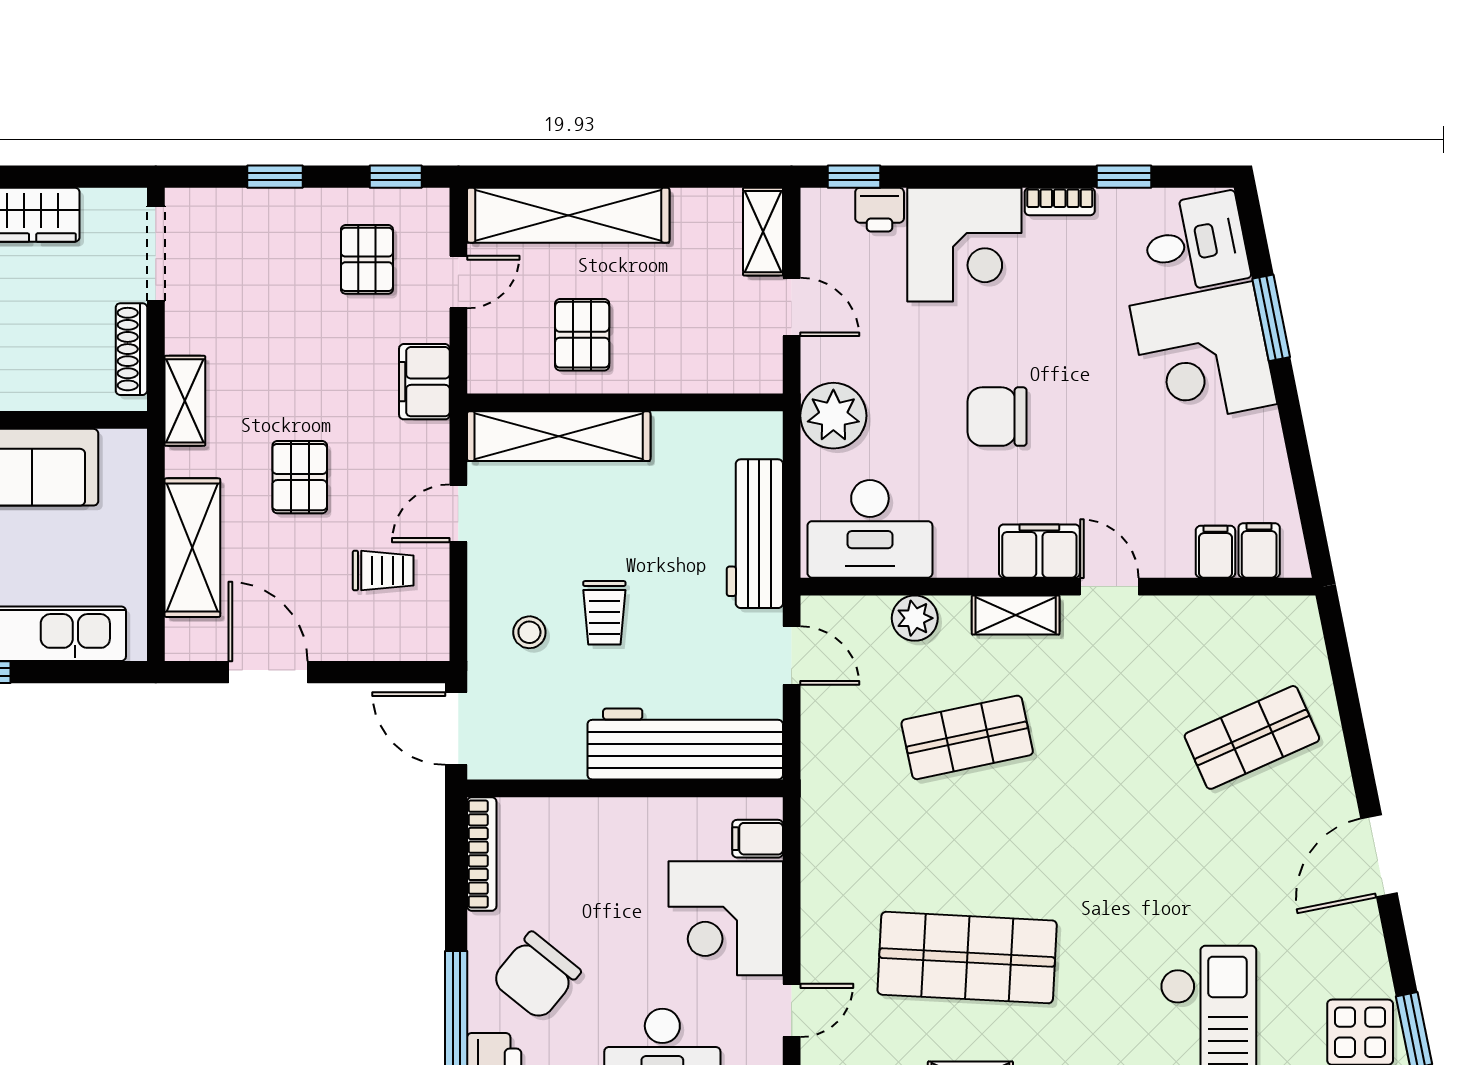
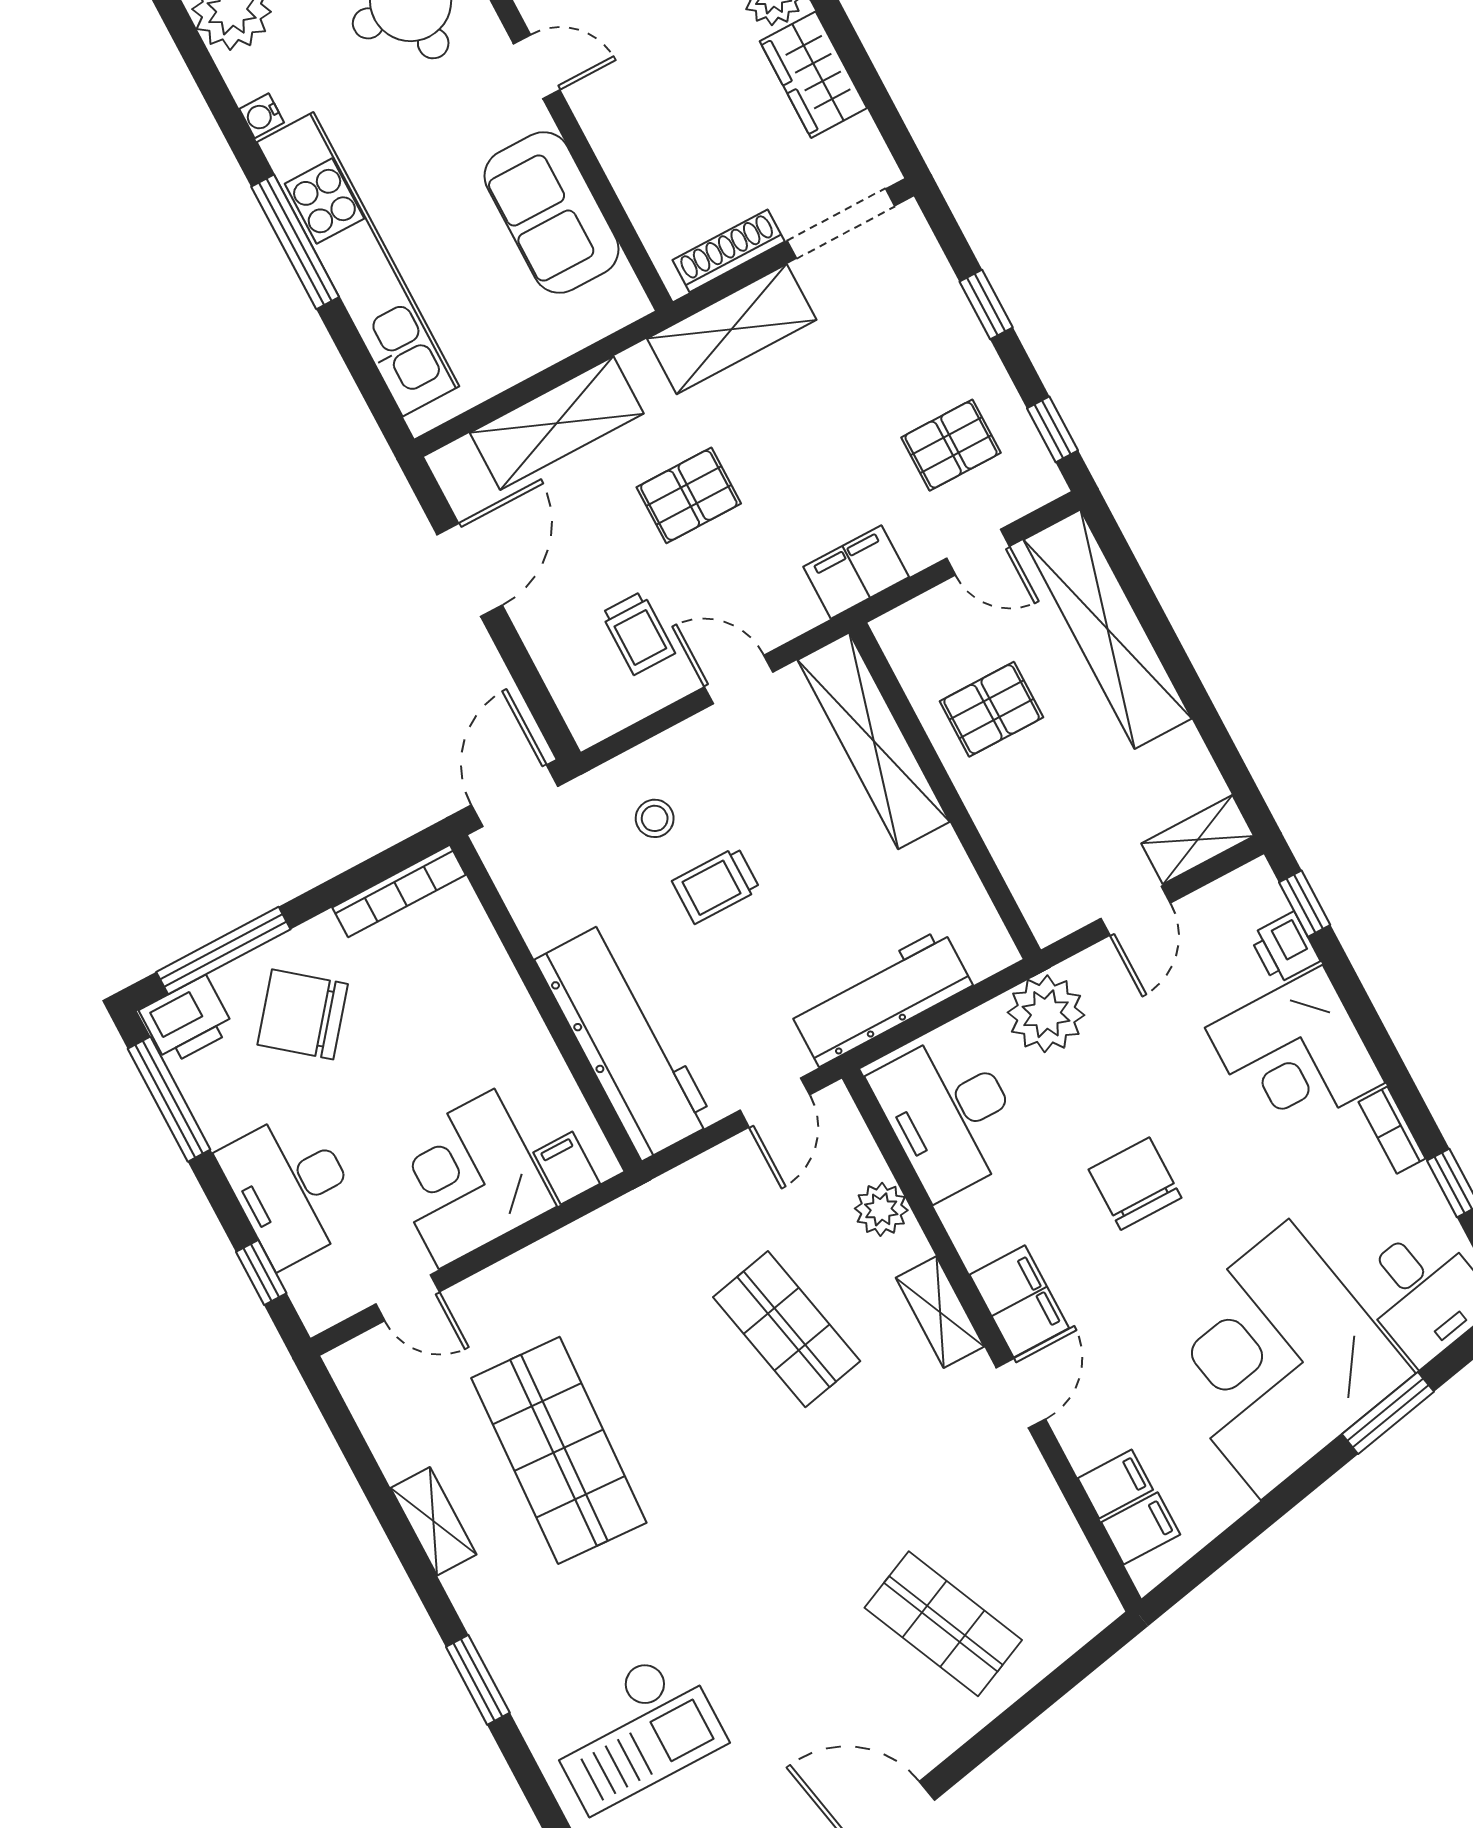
corner desk: (1203, 355) -> (1275, 1359), width x1.36, depth x1.36
shelving: (185, 401) -> (732, 329), width x1.50, depth x1.33

